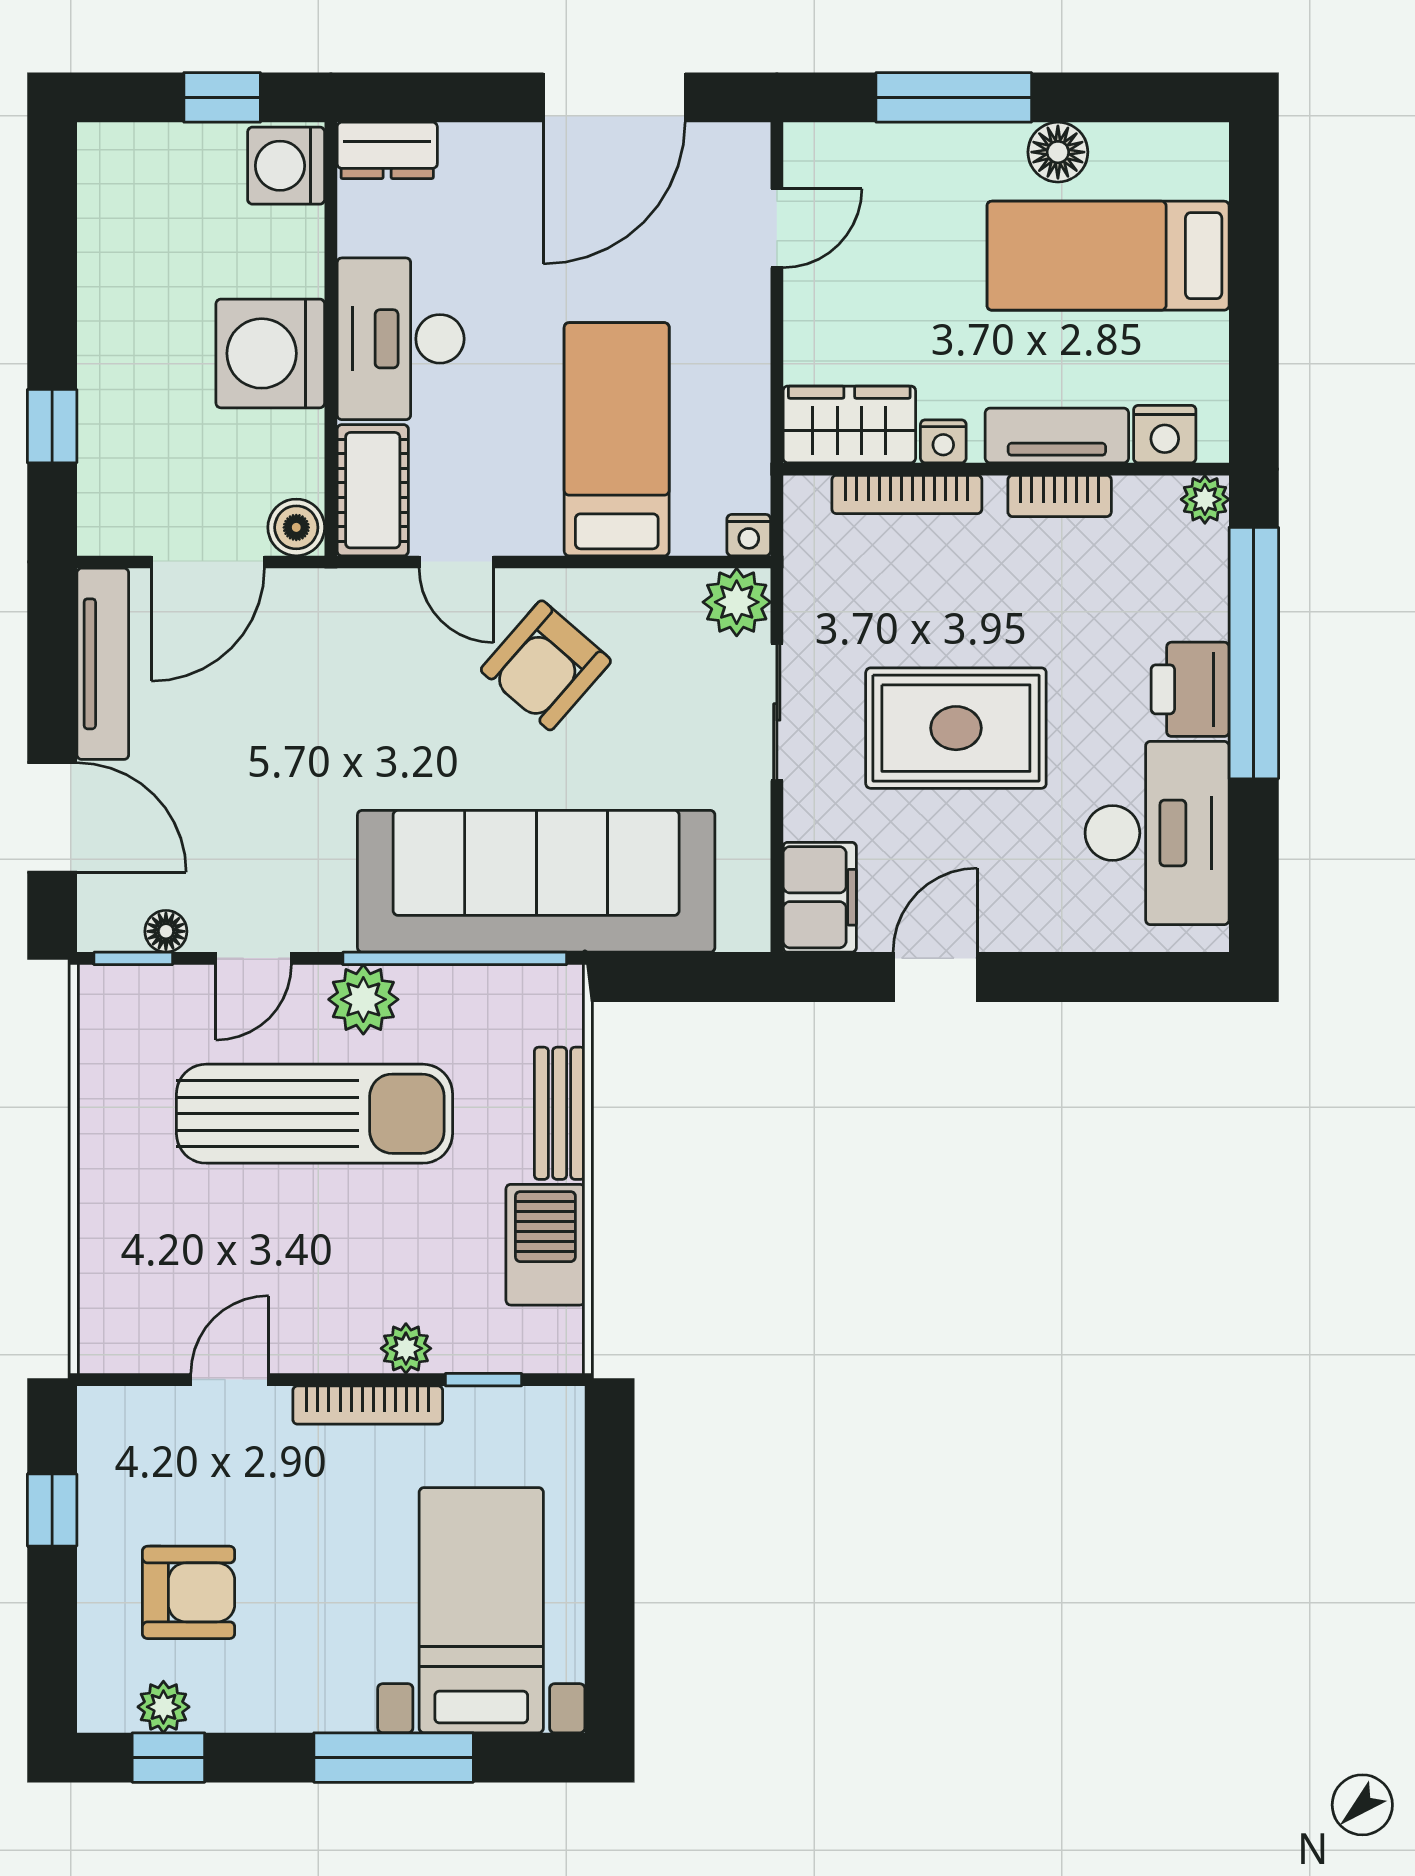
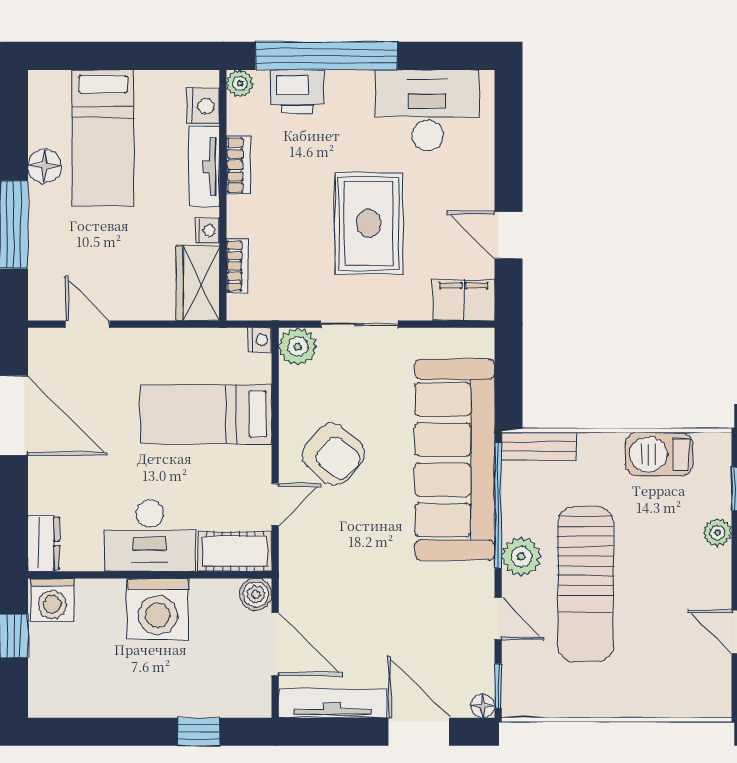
bookcase: (907, 494) -> (237, 266), width x0.64
printer: (1190, 689) -> (297, 92), moved
door: (52, 817) -> (419, 732), hinge flipped
floor lamp: (166, 931) -> (483, 706), moved
bench: (560, 1113) -> (539, 446), moved
sun lounger: (314, 1114) -> (585, 584), turned 180

